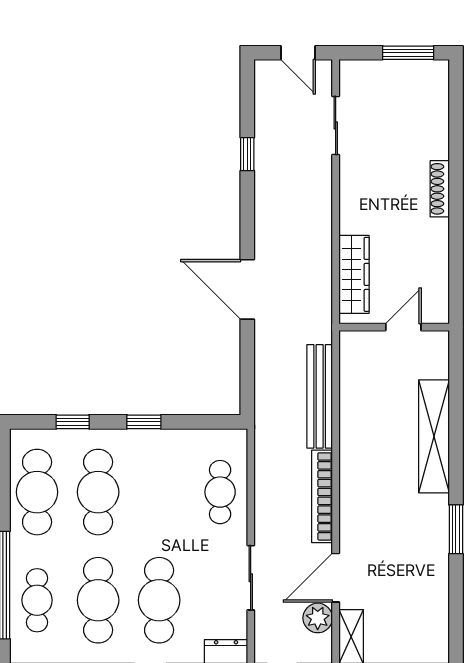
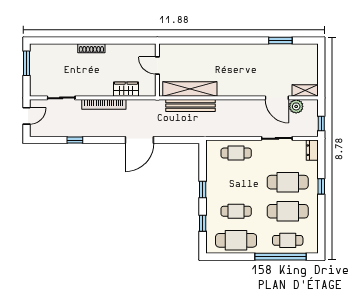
wardrobe: (354, 274) -> (126, 89), width x0.67
shelving: (434, 436) -> (190, 89), moved
cafe table: (98, 492) -> (236, 211), width x0.73, depth x0.74
bookcase: (322, 496) -> (104, 104), moved
window: (456, 529) -> (280, 40), moved

